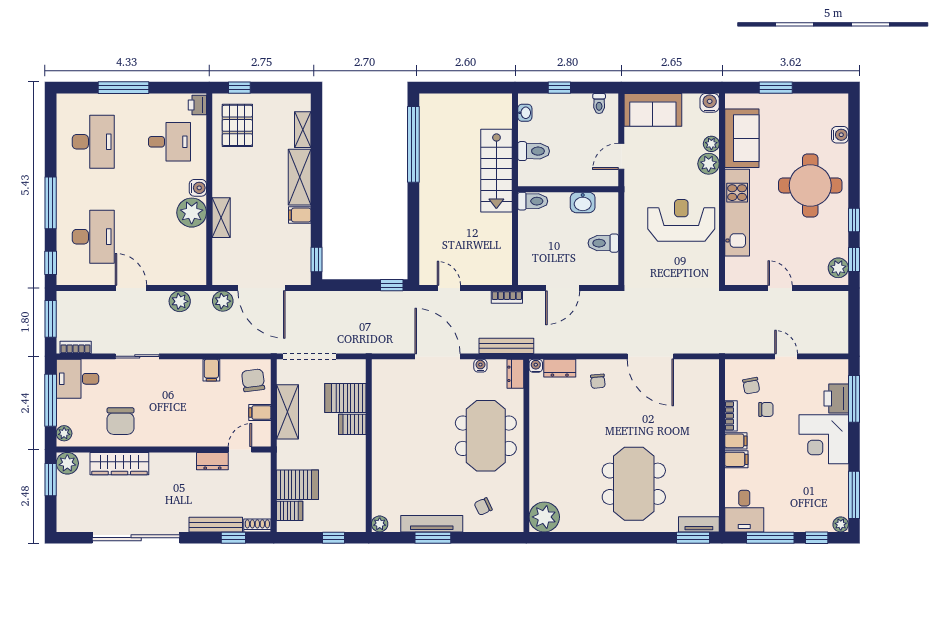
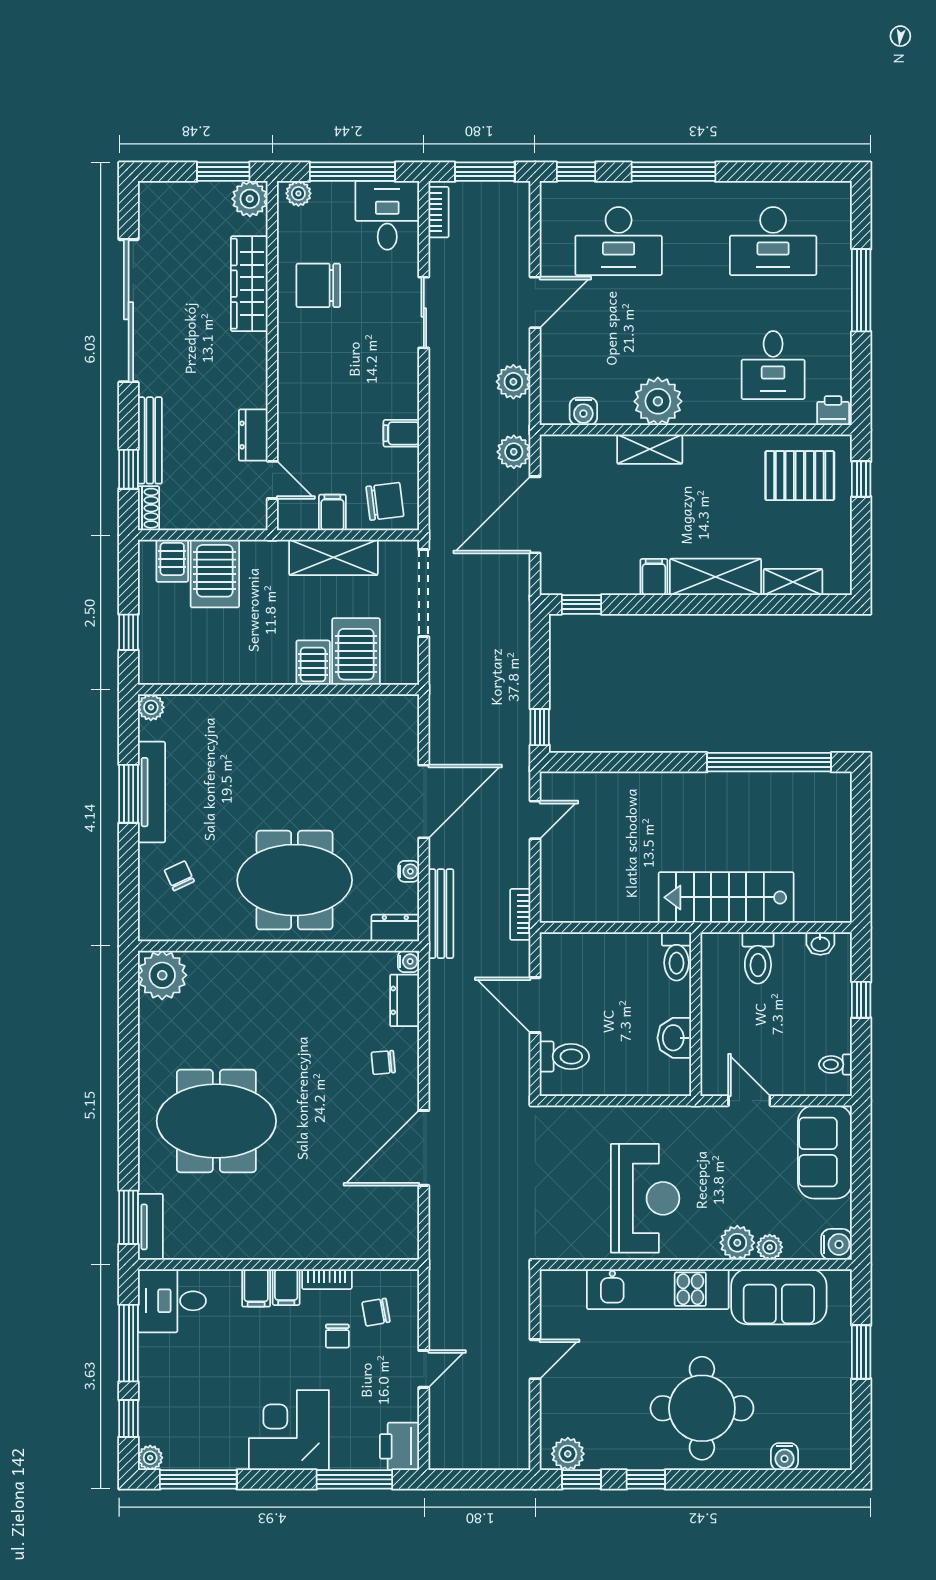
water cooler: (198, 188) -> (583, 411), moved
toilet: (603, 243) -> (564, 1056), moved, turned 90
printer: (836, 398) -> (399, 1446), moved, turned -90

